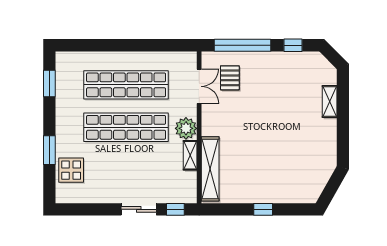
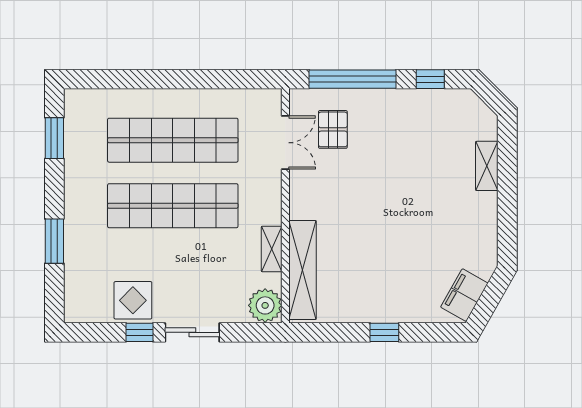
plant: (186, 128) -> (265, 305), moved
display table: (71, 170) -> (133, 300), moved
filing cabinet: (315, 185) -> (464, 295), added
window: (175, 209) -> (139, 332), moved

